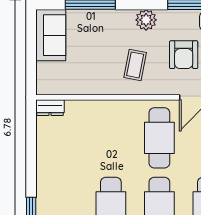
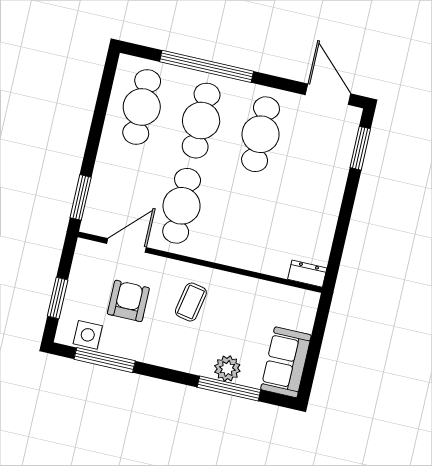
plant: (146, 20) -> (227, 369), moved

